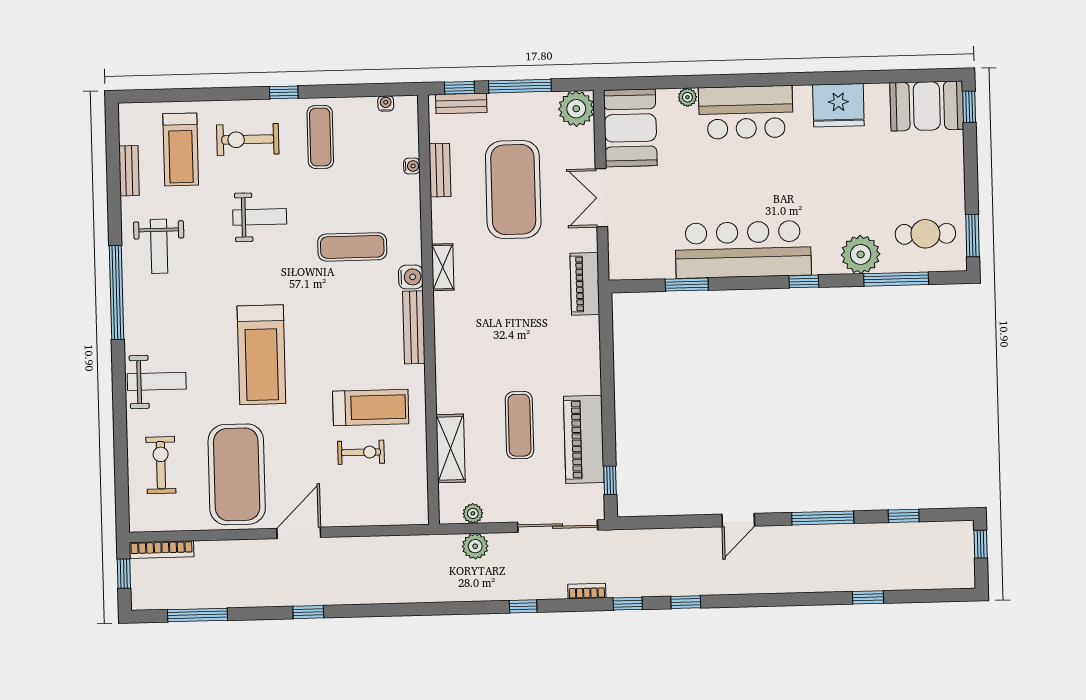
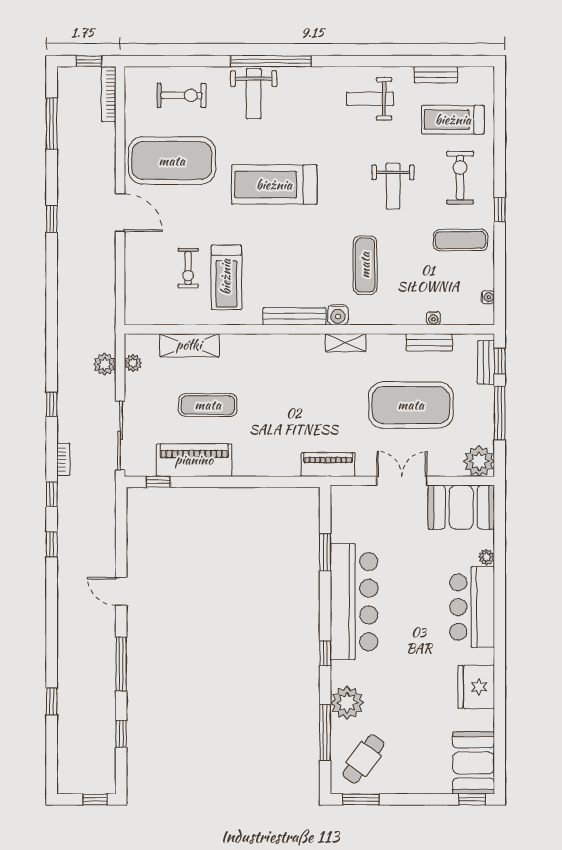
cafe table: (925, 234) -> (363, 759), turned 36
window: (117, 292) -> (271, 61), moved

